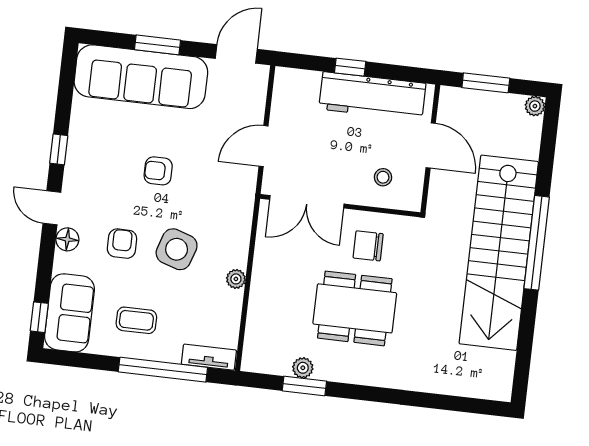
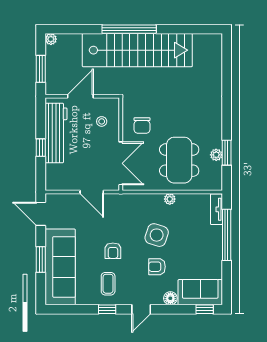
floor lamp: (67, 239) -> (170, 298), moved
dining table: (355, 308) -> (179, 160), moved
coffee table: (136, 320) -> (108, 284), moved

